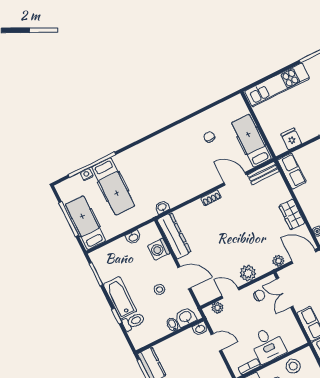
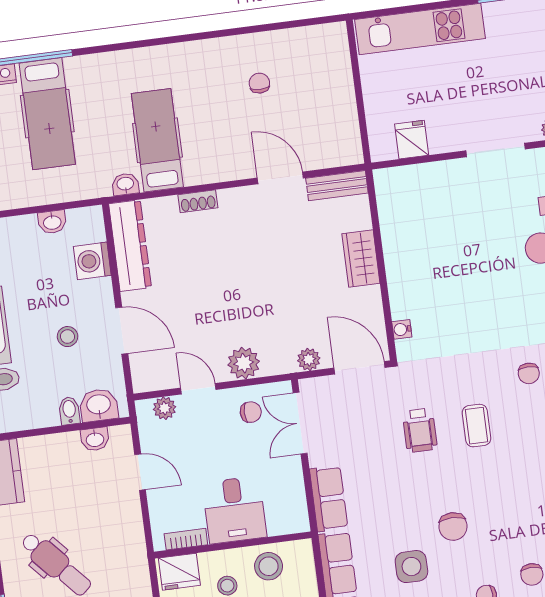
hospital bed: (251, 141) -> (157, 140), moved
row of seats: (292, 171) -> (392, 200), removed
shoe rack: (211, 198) -> (198, 201), moved
wardrobe: (292, 214) -> (361, 259), moved
washbasin: (200, 329) -> (95, 439), moved

